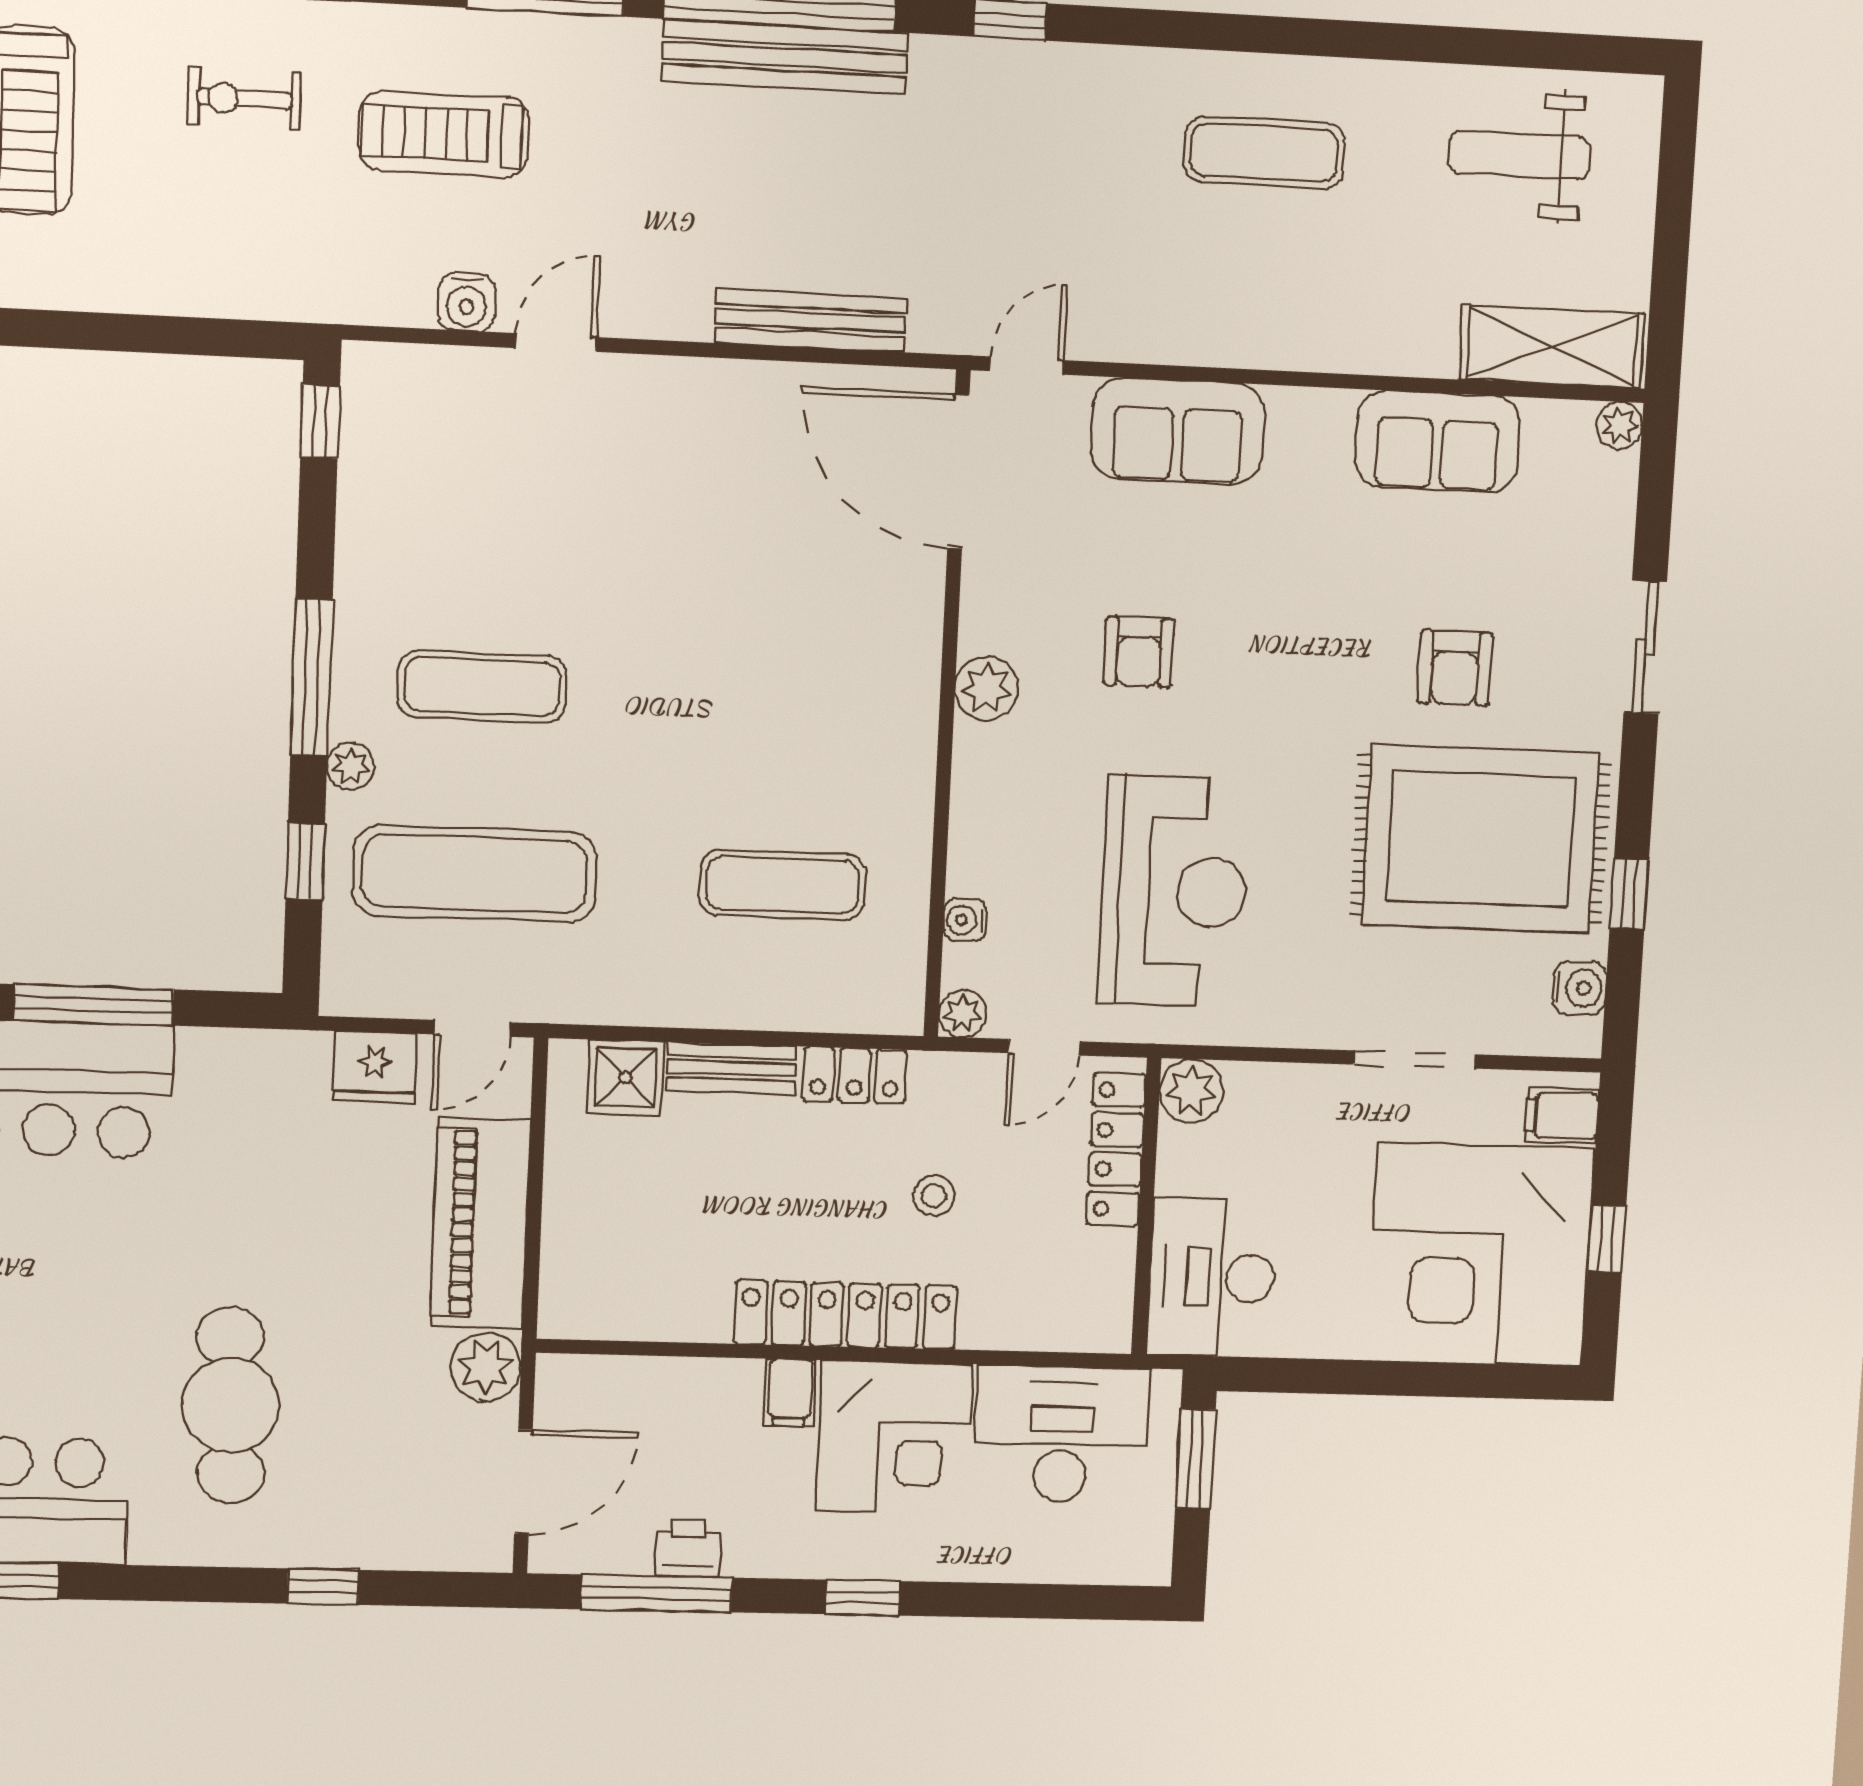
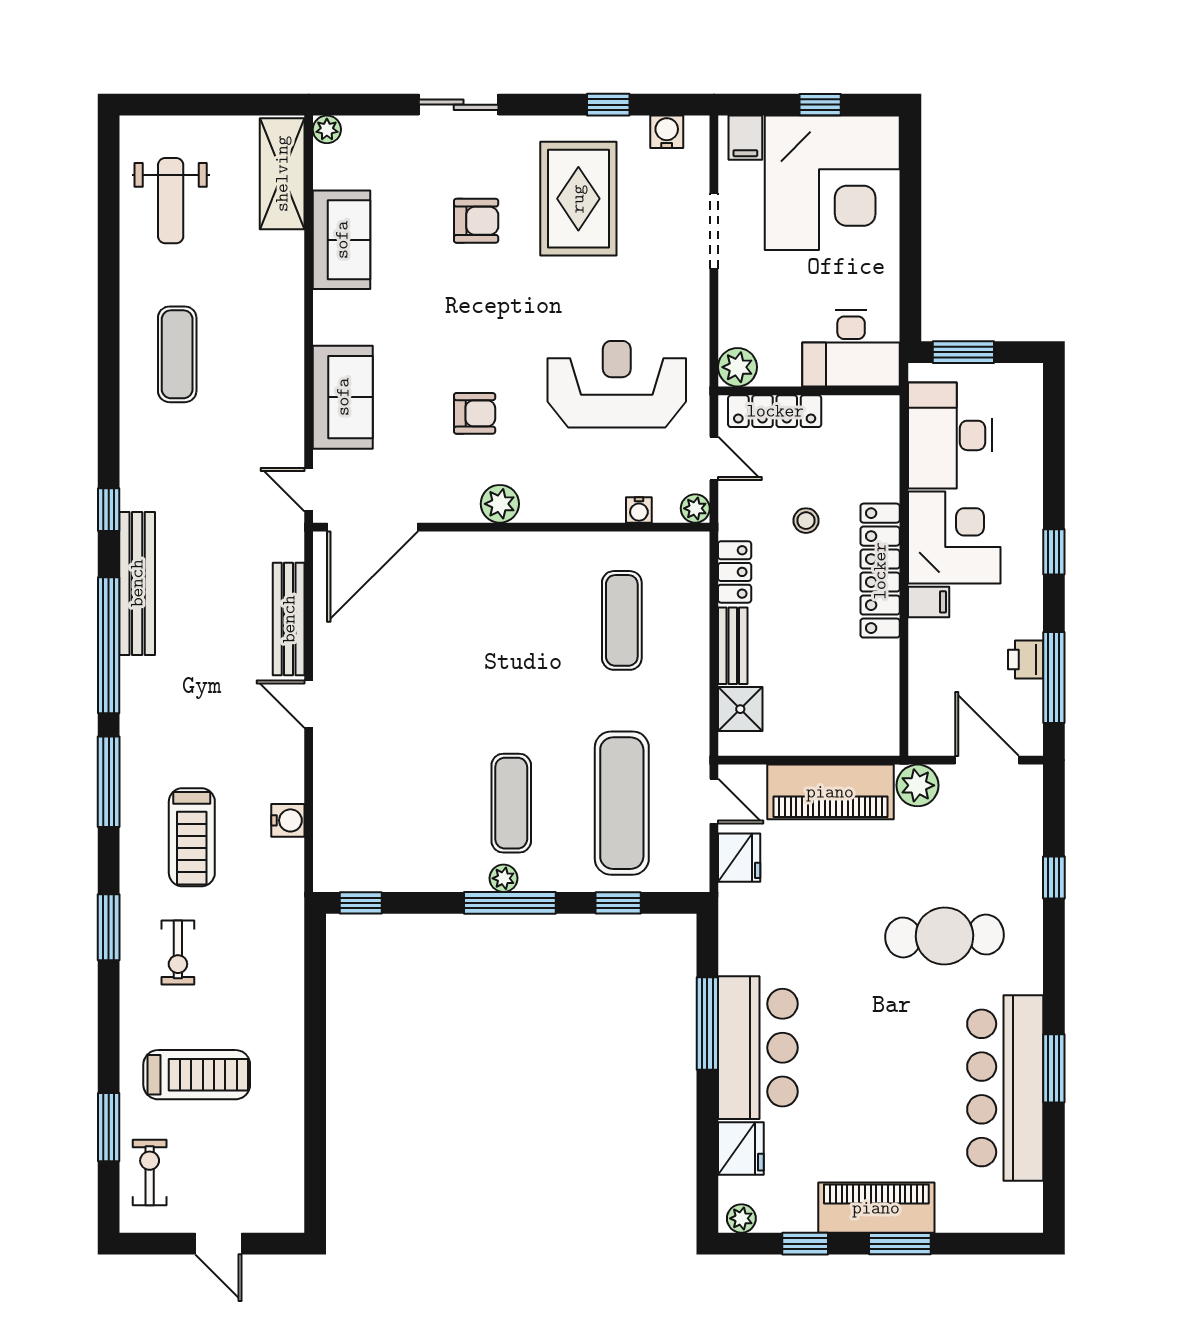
bench: (785, 57) -> (137, 583), moved
door: (556, 343) -> (309, 704), moved
plant: (351, 766) -> (504, 878), moved
rug: (1481, 839) -> (578, 199), width x0.73, depth x0.69

